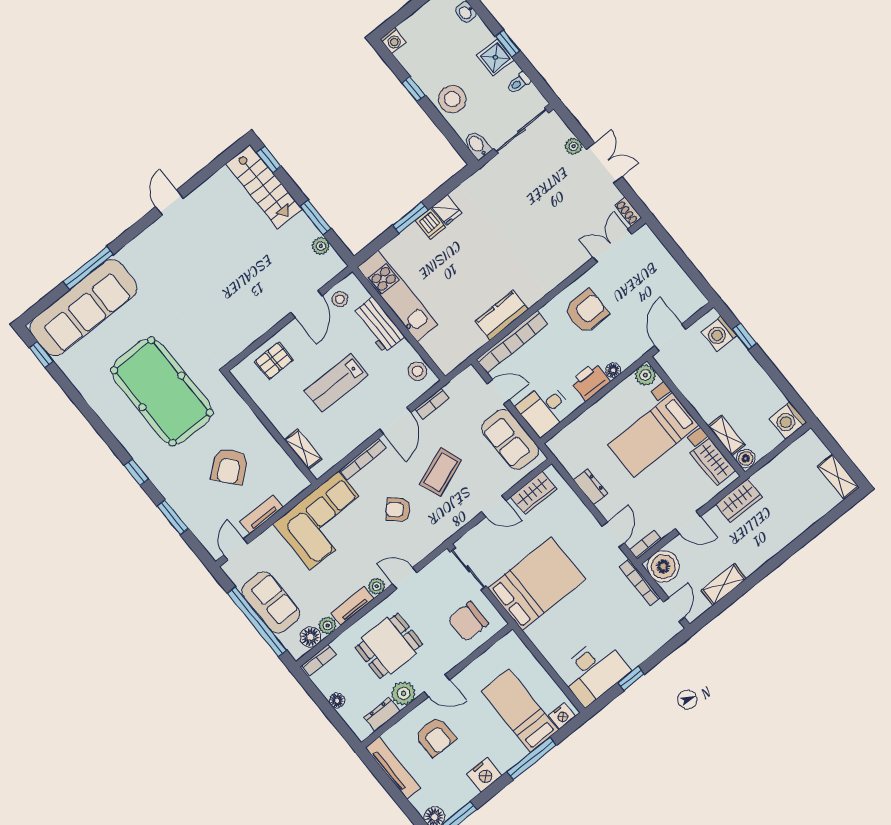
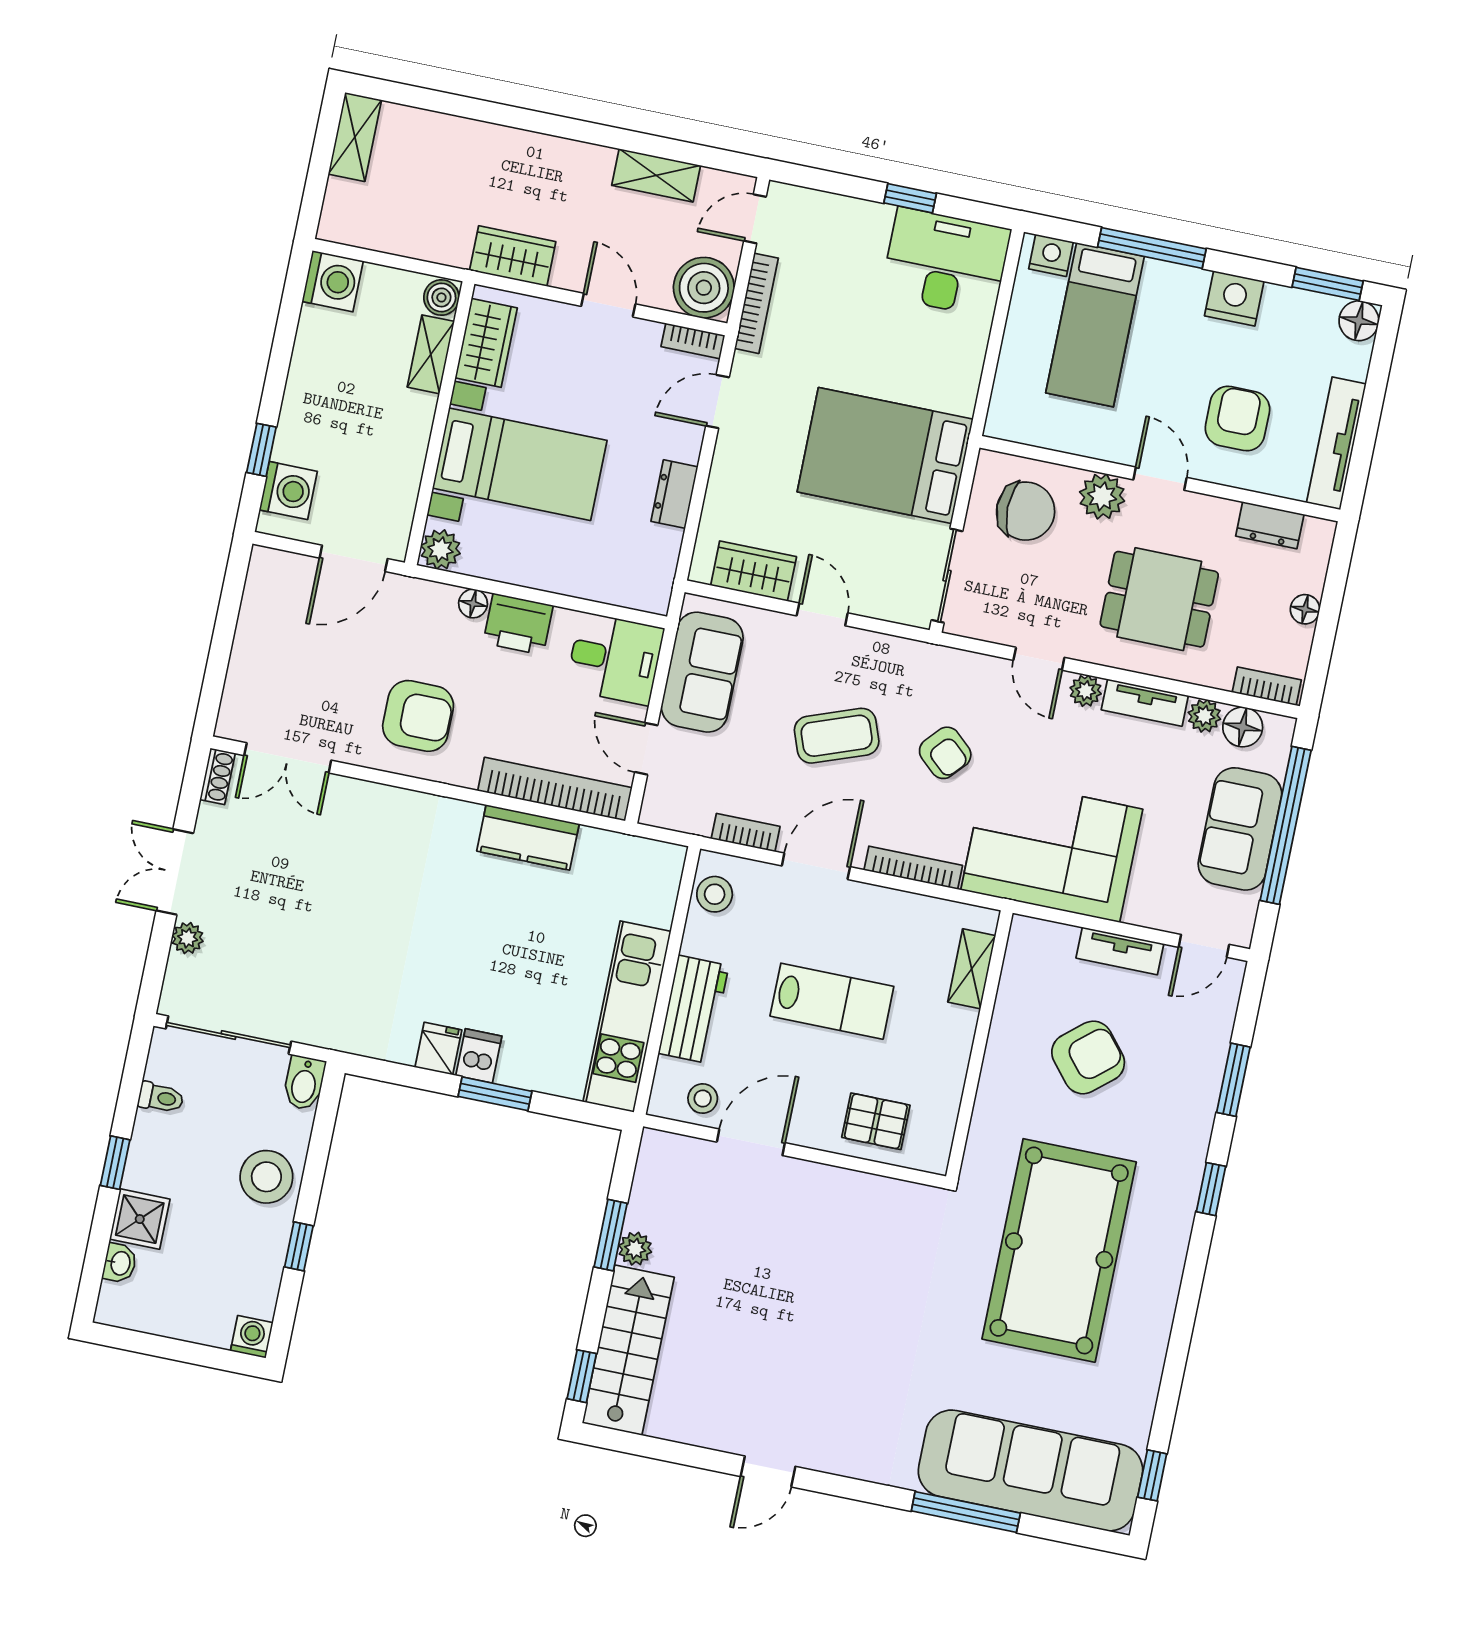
shower: (495, 57) -> (140, 1219), moved
plant: (321, 246) -> (635, 1249), moved
armchair: (586, 311) -> (418, 716), turned 180
plant: (403, 693) -> (1102, 496), moved

